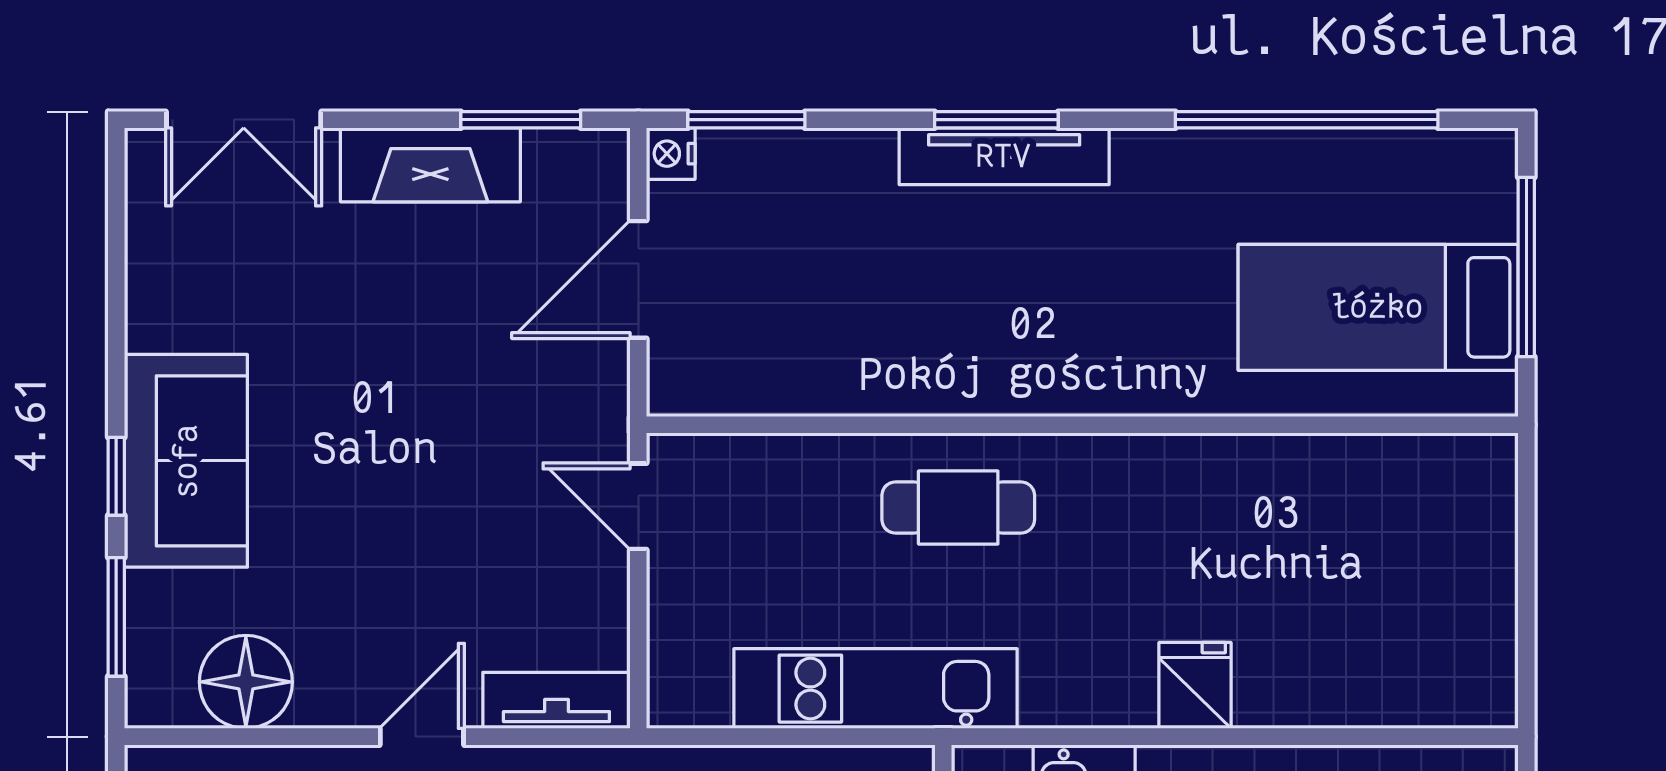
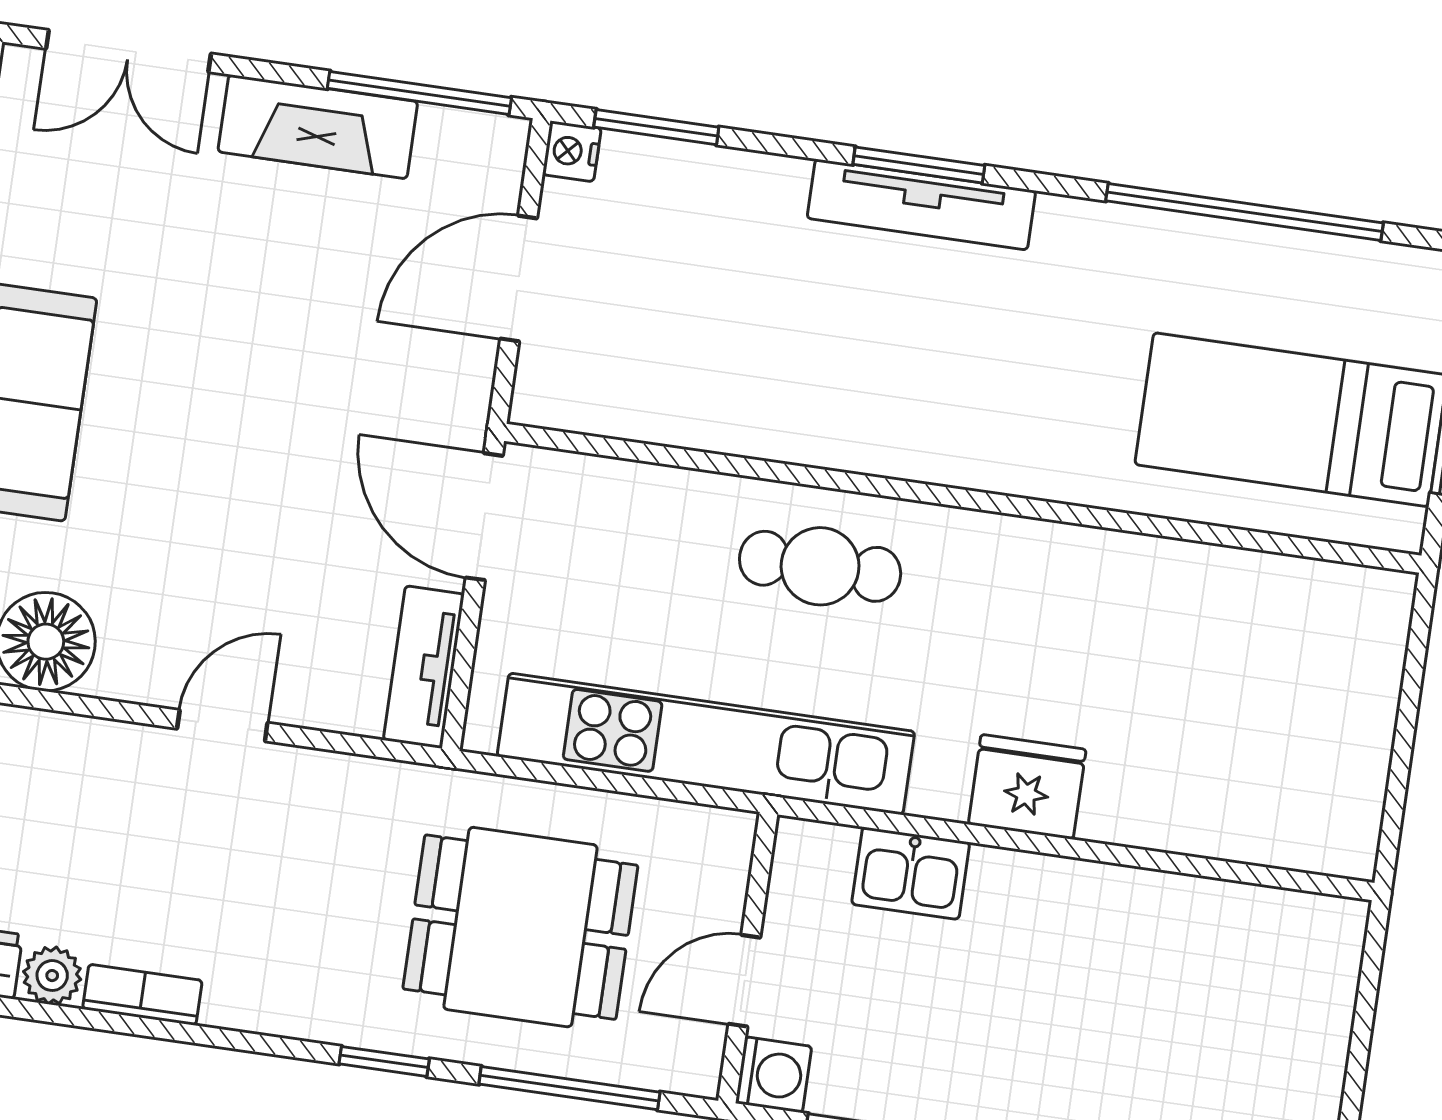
window: (521, 120) -> (419, 93), width x1.44
door: (638, 506) -> (484, 517), width x1.38
fridge: (1195, 685) -> (1027, 787), width x1.38
kitchen unit: (876, 689) -> (706, 744), width x1.36
tv unit: (556, 700) -> (424, 667), moved, turned -90

